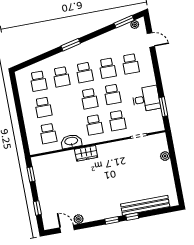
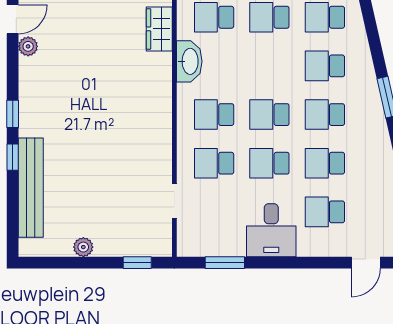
desk: (146, 99) -> (271, 230), moved
window: (171, 148) -> (137, 263), added
wardrobe: (86, 153) -> (159, 29), moved
plant: (165, 156) -> (83, 247), moved

